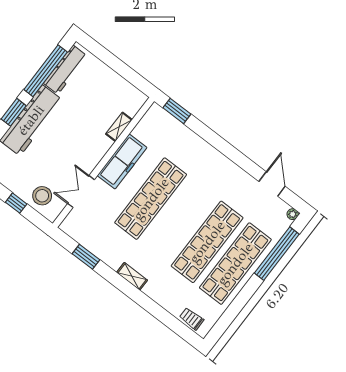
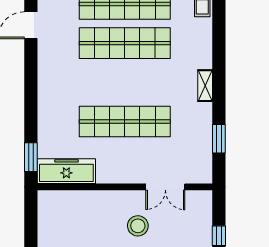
shelving: (119, 127) -> (83, 197), removed
freezer: (122, 162) -> (66, 171), moved
stool: (42, 196) -> (138, 226), moved

